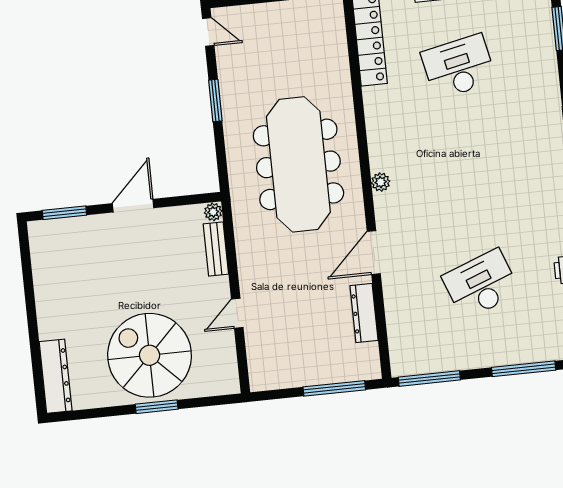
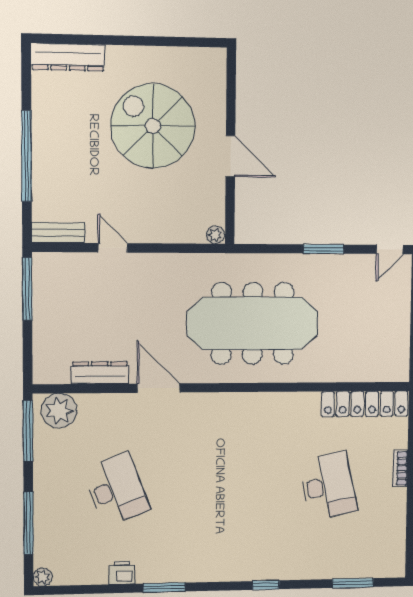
plant: (381, 182) -> (59, 411), moved, width x1.87, depth x1.87
window: (64, 213) -> (231, 87), removed
bench: (216, 249) -> (58, 233), moved
spiral stairs: (150, 355) -> (153, 126), moved, turned -90
window: (334, 388) -> (27, 289), moved
window: (157, 407) -> (27, 156), width x2.11

